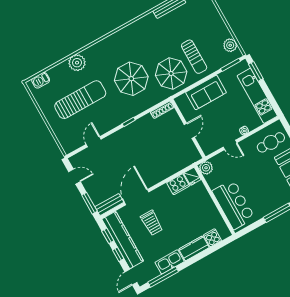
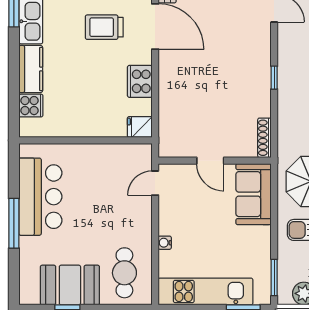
sofa: (206, 92) -> (254, 194), moved
door: (230, 145) -> (155, 183), moved
plant: (206, 168) -> (141, 155), removed
cooker: (178, 184) -> (140, 81), moved
bar counter: (233, 205) -> (40, 197), moved, turned -90

